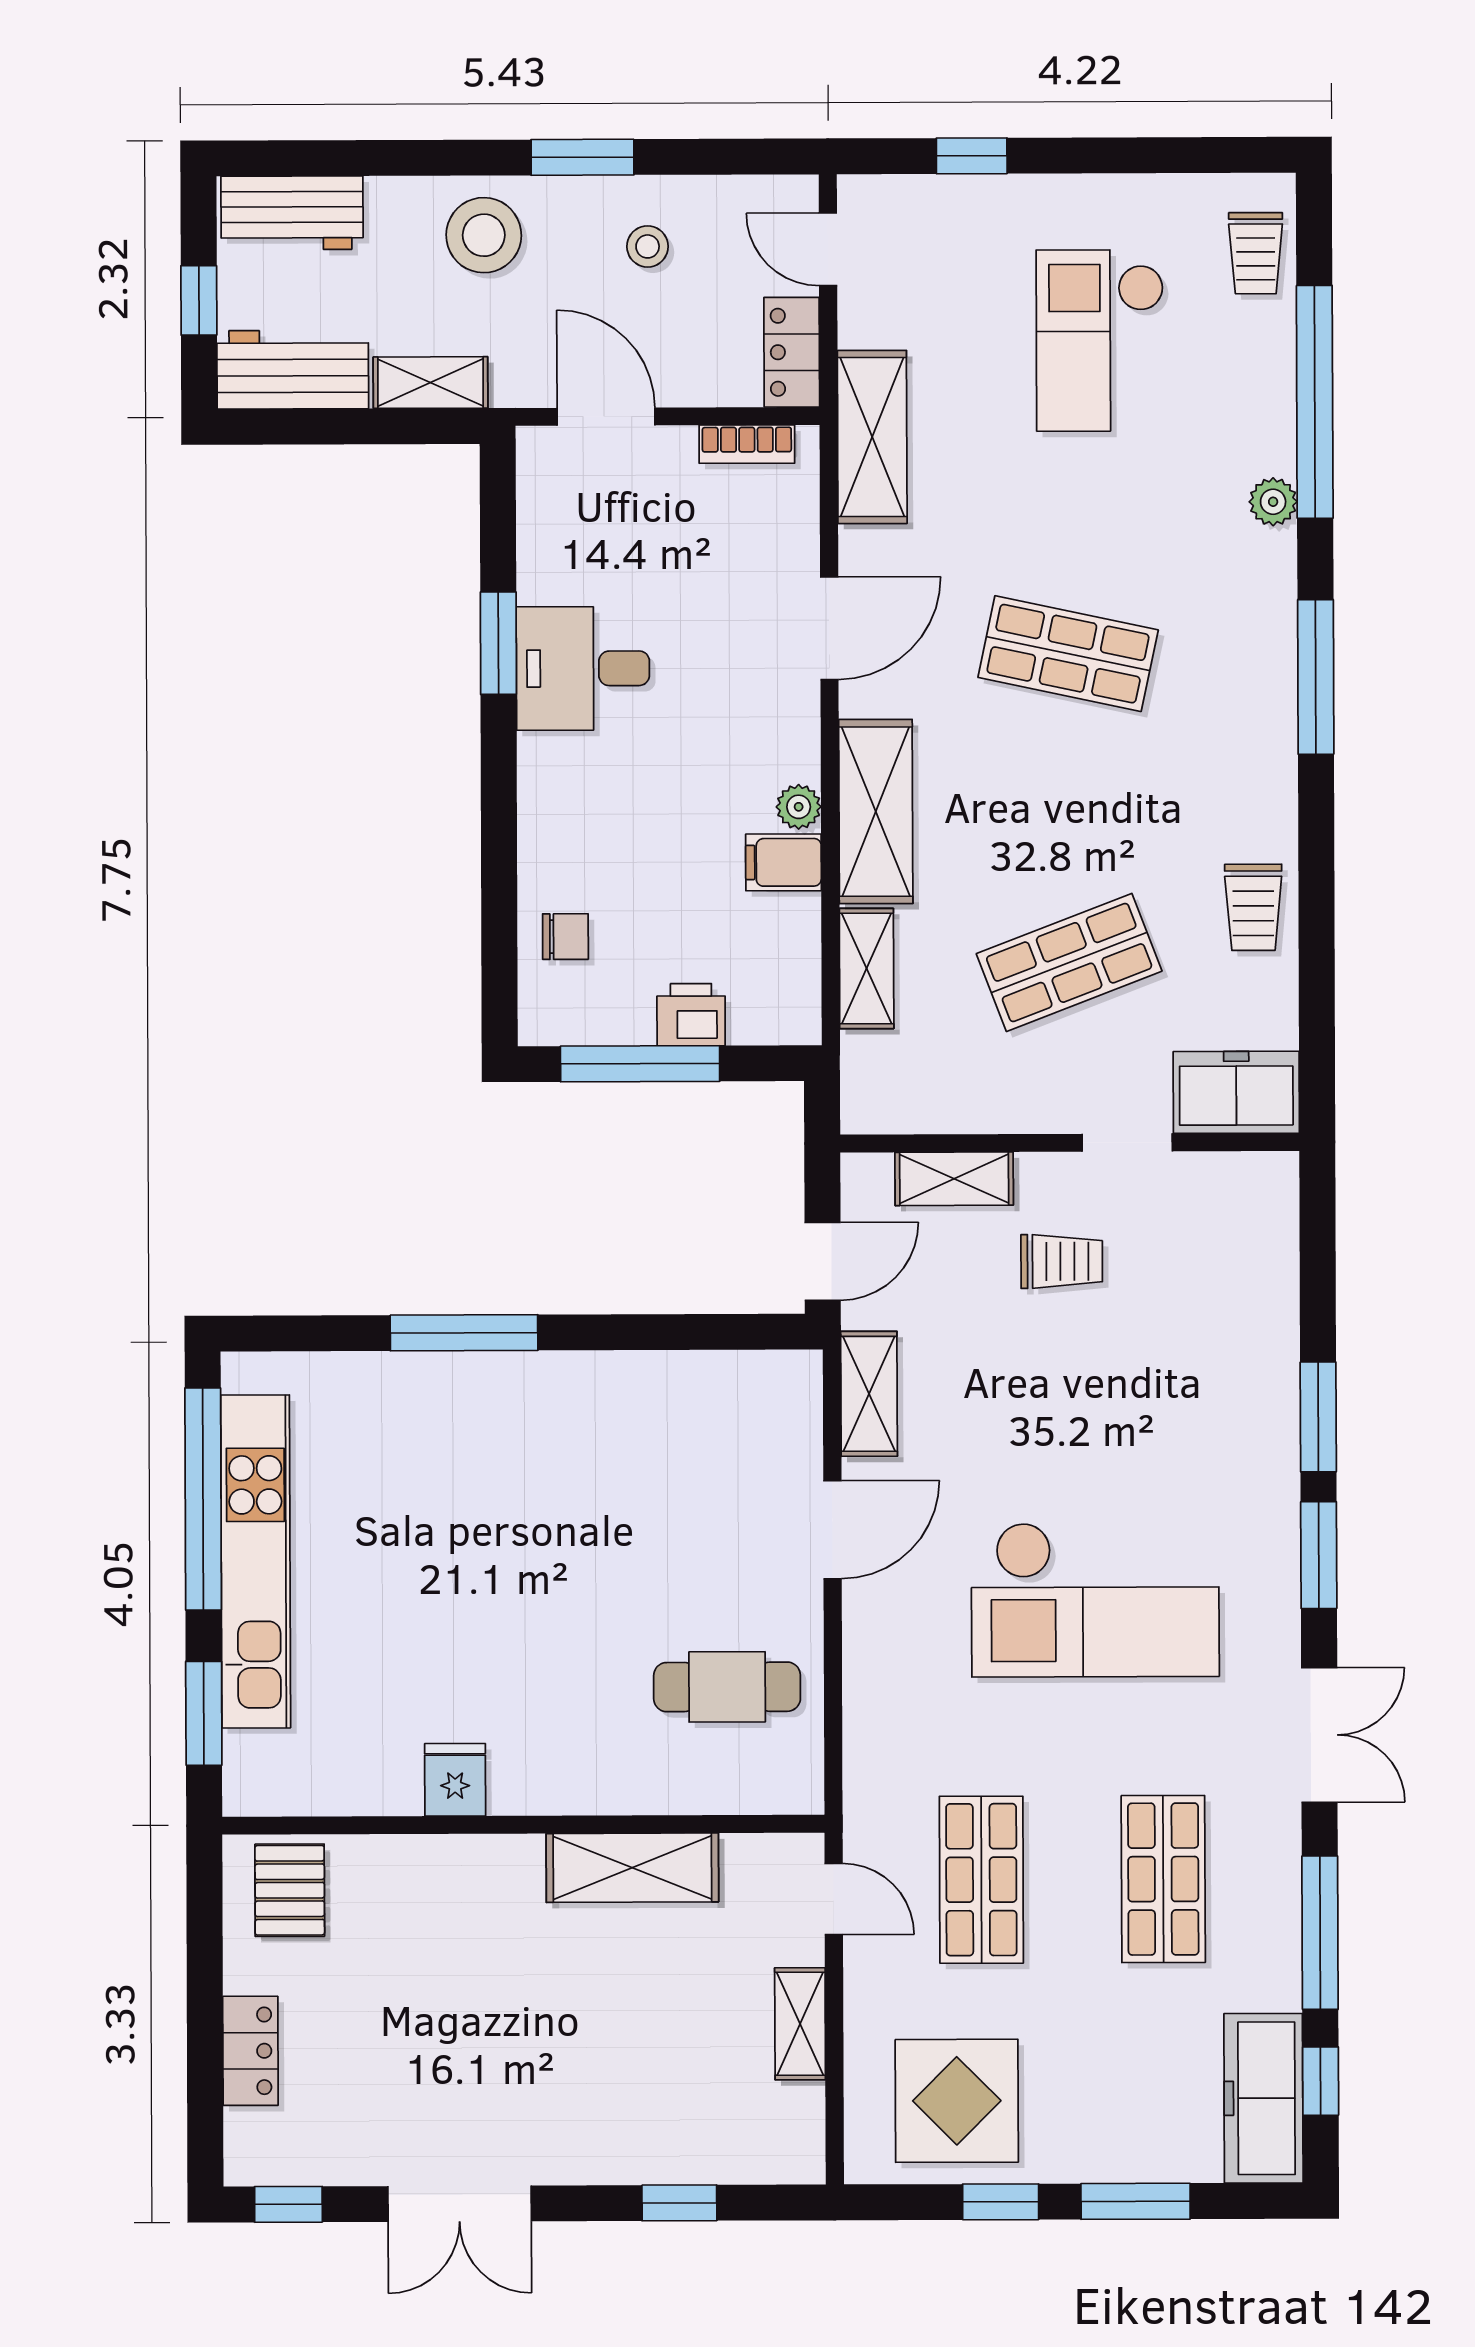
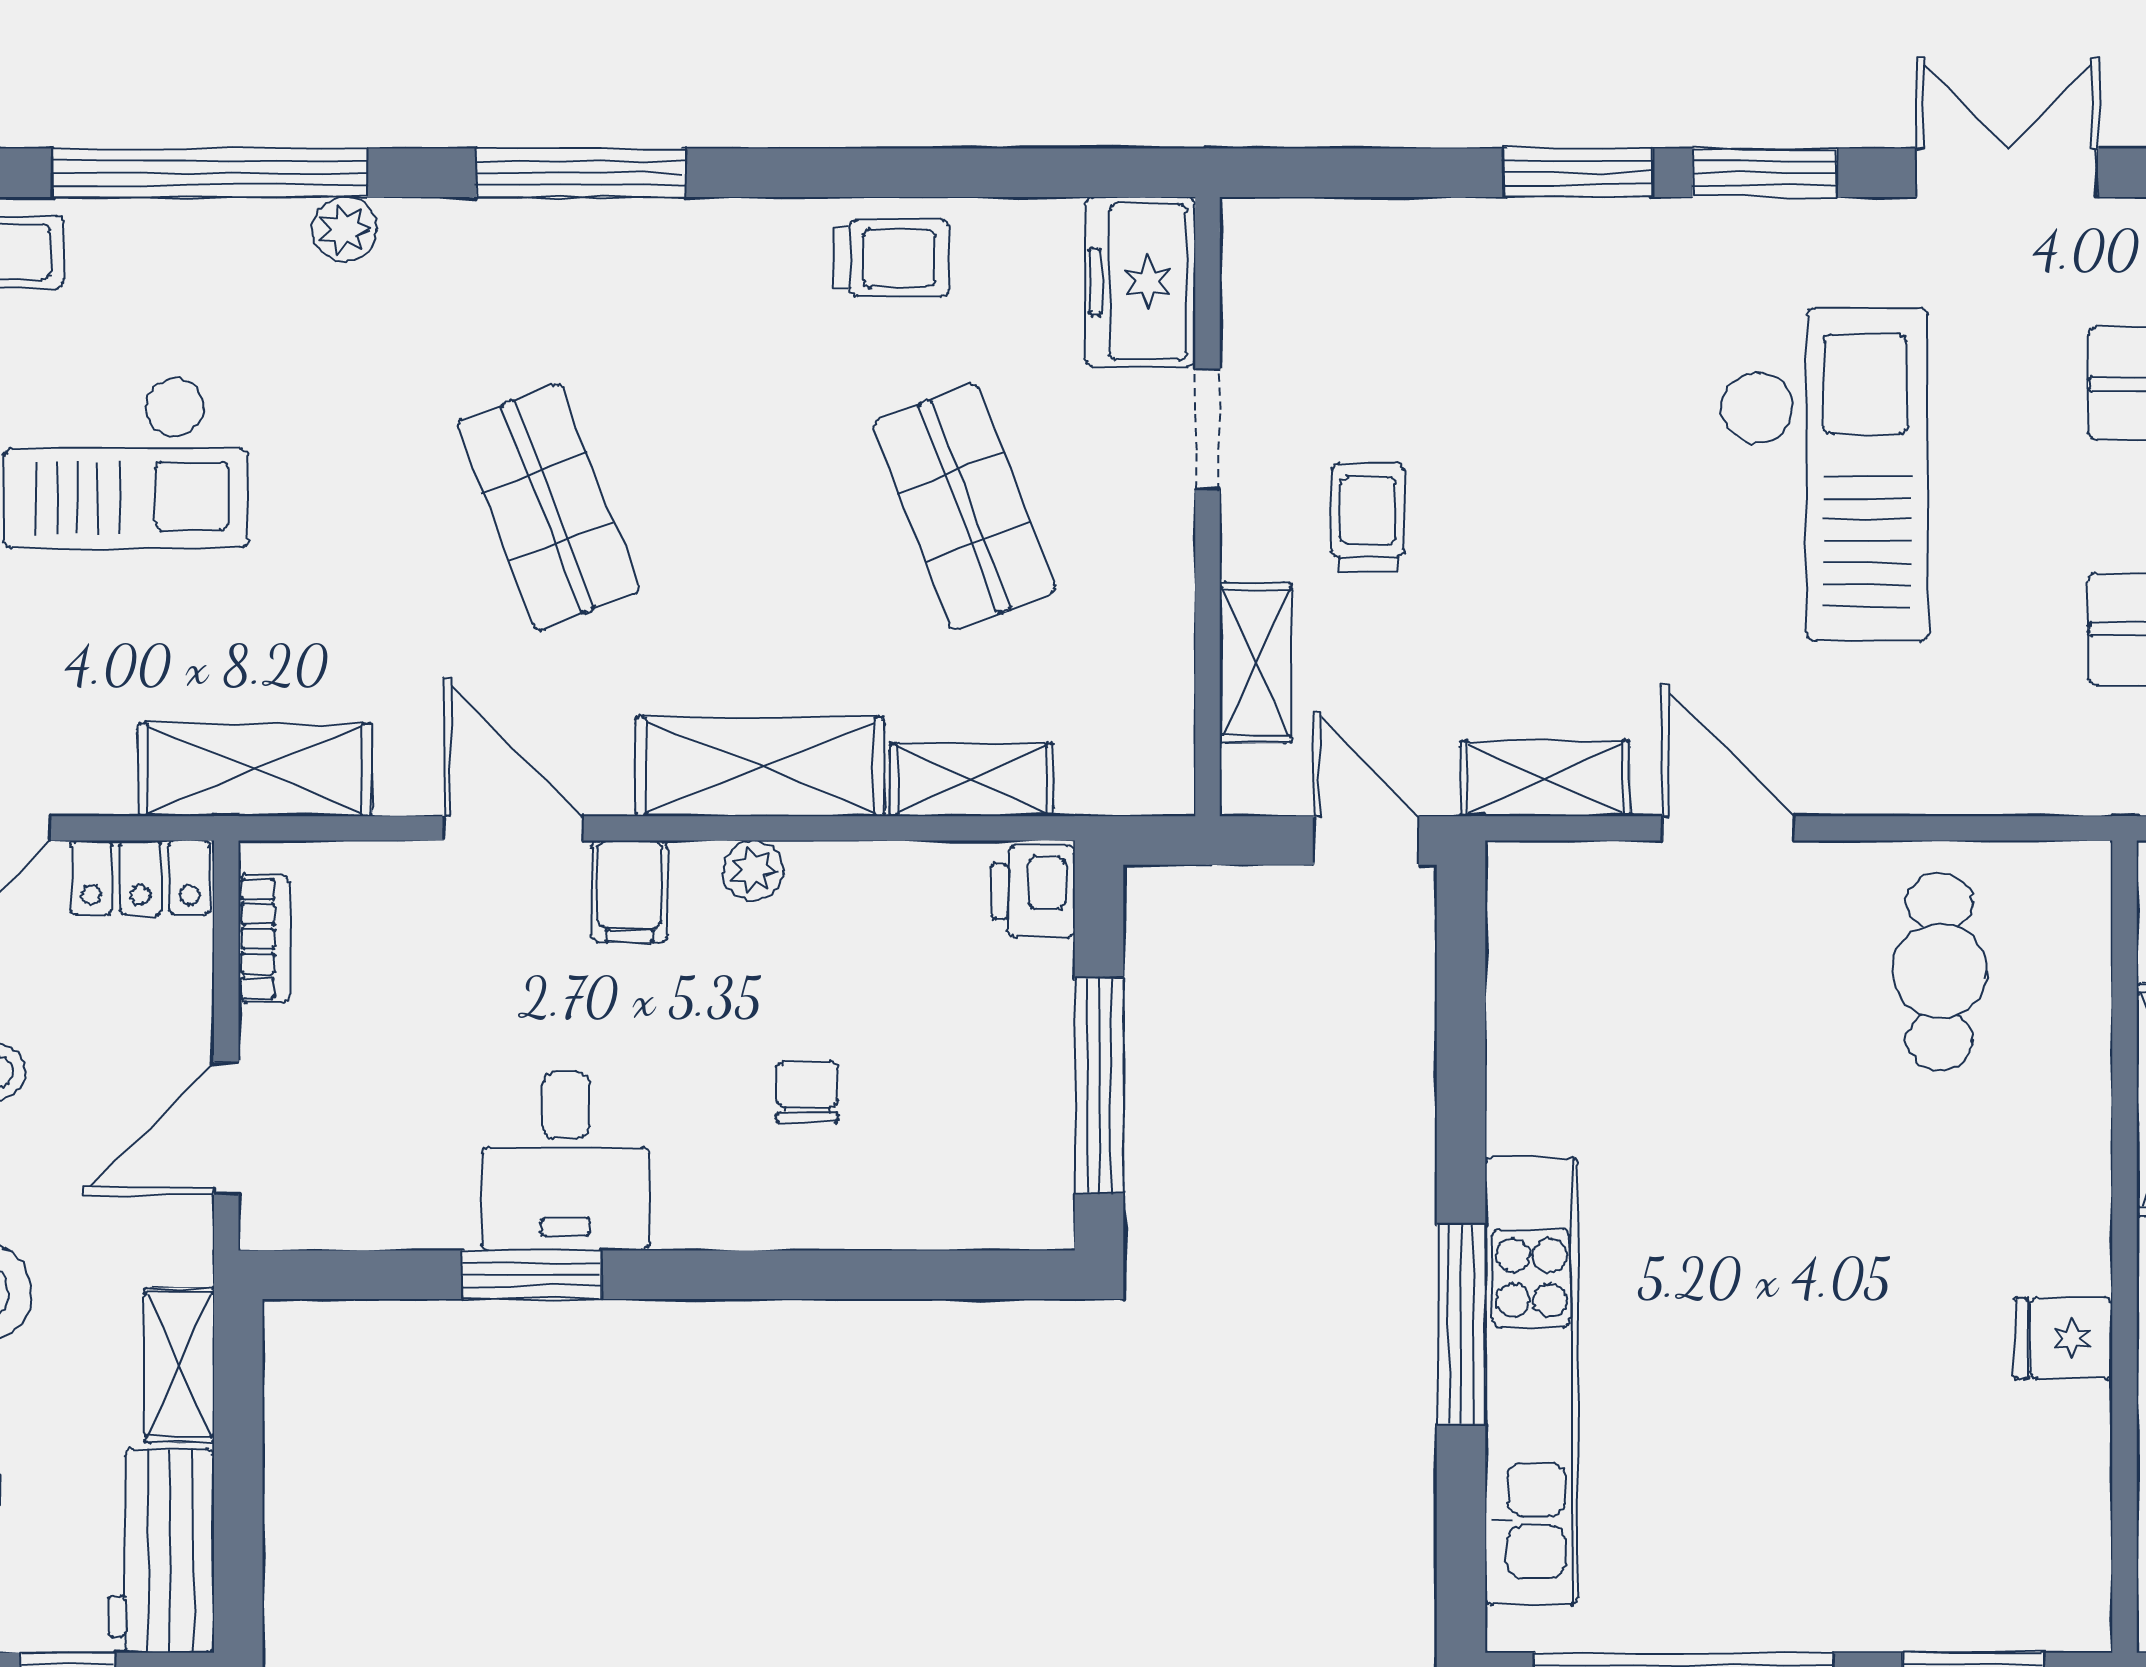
shop shelf: (1068, 654) -> (548, 507), turned -33
filing cabinet: (783, 862) -> (629, 891), moved
chair: (565, 937) -> (807, 1092), moved
printer: (691, 1015) -> (1033, 891), moved
kitchen unit: (256, 1561) -> (1531, 1381), moved, turned 90

